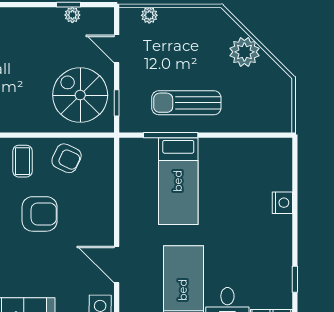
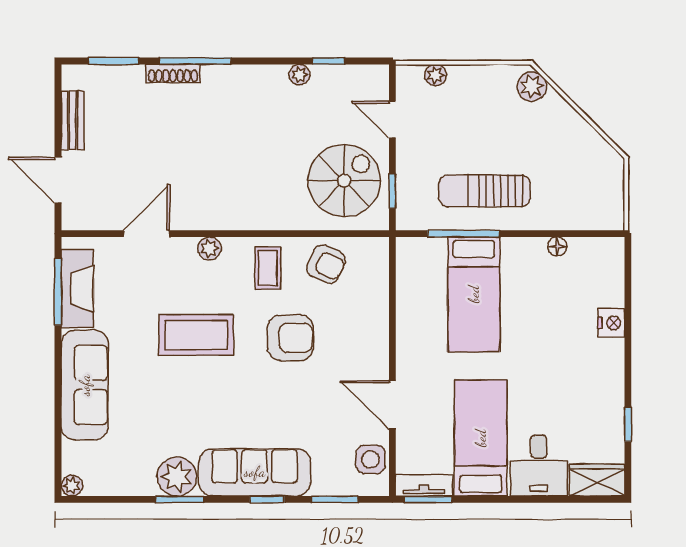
plant: (72, 15) -> (299, 75), moved
plant: (244, 52) -> (532, 86), moved, width x0.73, depth x0.73
spiral stairs: (80, 95) -> (344, 181), turned 90
floor lamp: (241, 145) -> (557, 246), added

